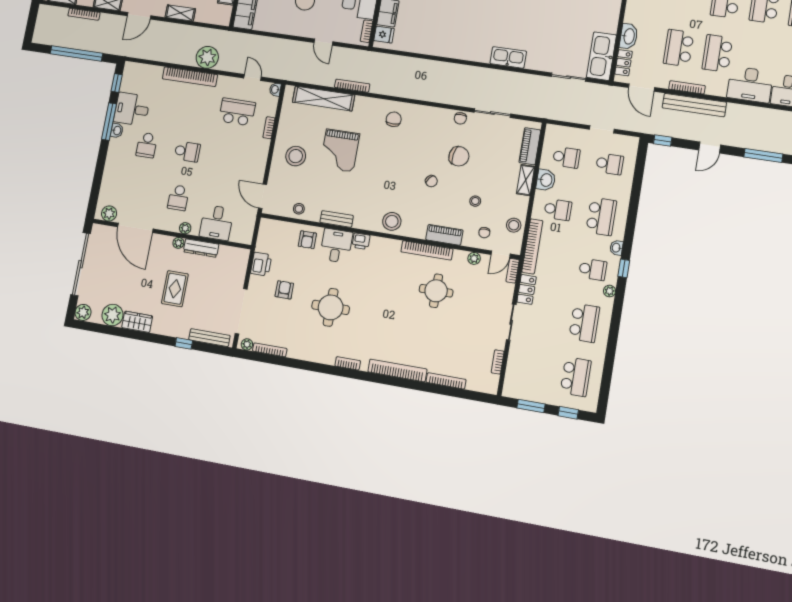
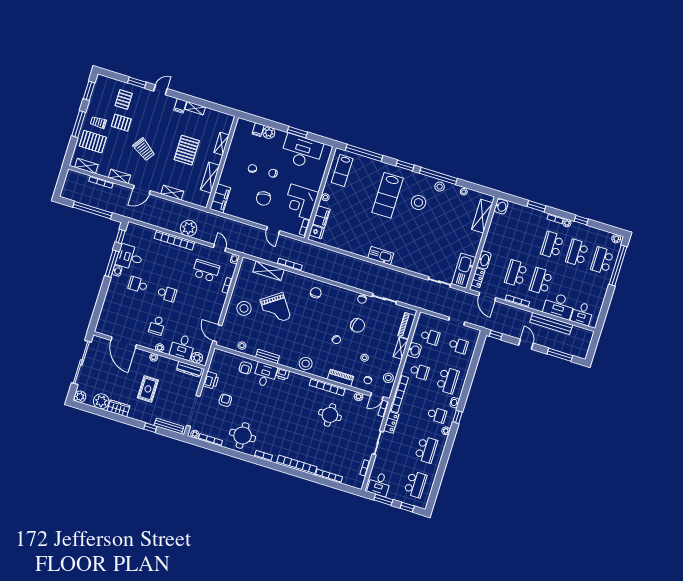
kitchen sink: (508, 57) -> (381, 256), moved
shelving: (324, 99) -> (268, 271), width x0.68
bench: (694, 105) -> (551, 324), moved
school desk: (147, 145) -> (138, 285), turned 90
door: (710, 148) -> (526, 344), swing flipped
grand piano: (340, 150) -> (275, 309), turned -35
plant: (109, 213) -> (197, 358), moved
dresser: (201, 248) -> (189, 369), moved
round table: (331, 307) -> (243, 436), moved
desk: (522, 383) -> (379, 484), added

